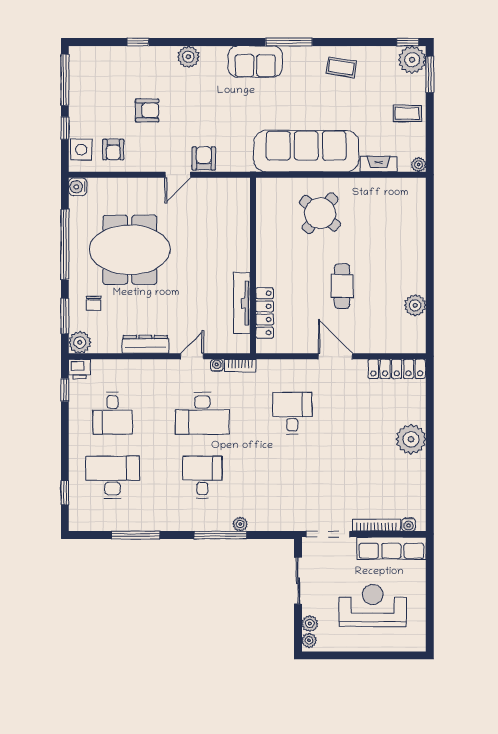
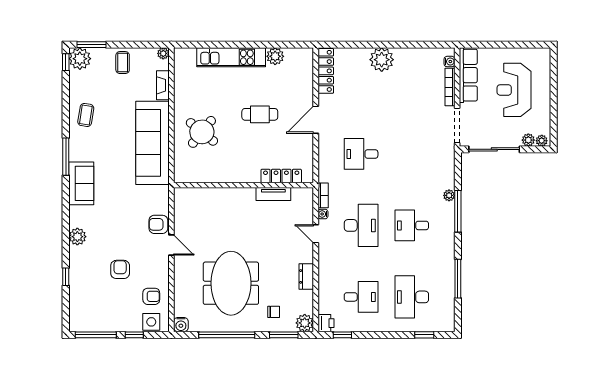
kitchen unit: (414, 250) -> (231, 57), added
tv unit: (242, 303) -> (273, 194), width x0.71
dresser: (145, 344) -> (306, 276), width x0.70
sliding door: (298, 581) -> (494, 149), width x1.37

